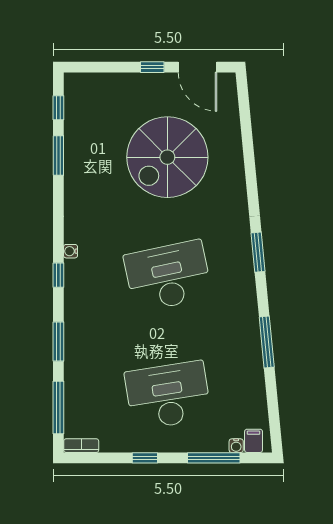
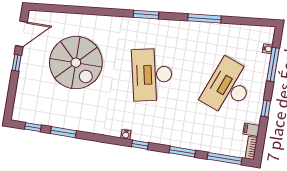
desk: (168, 395) -> (228, 87), turned 30
filing cabinet: (254, 441) -> (251, 130), moved

